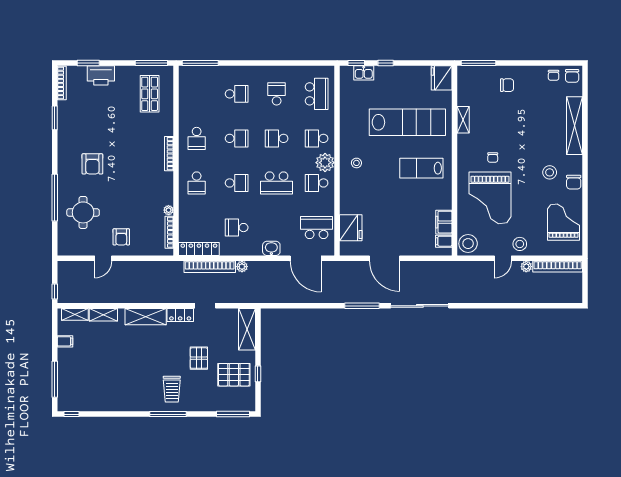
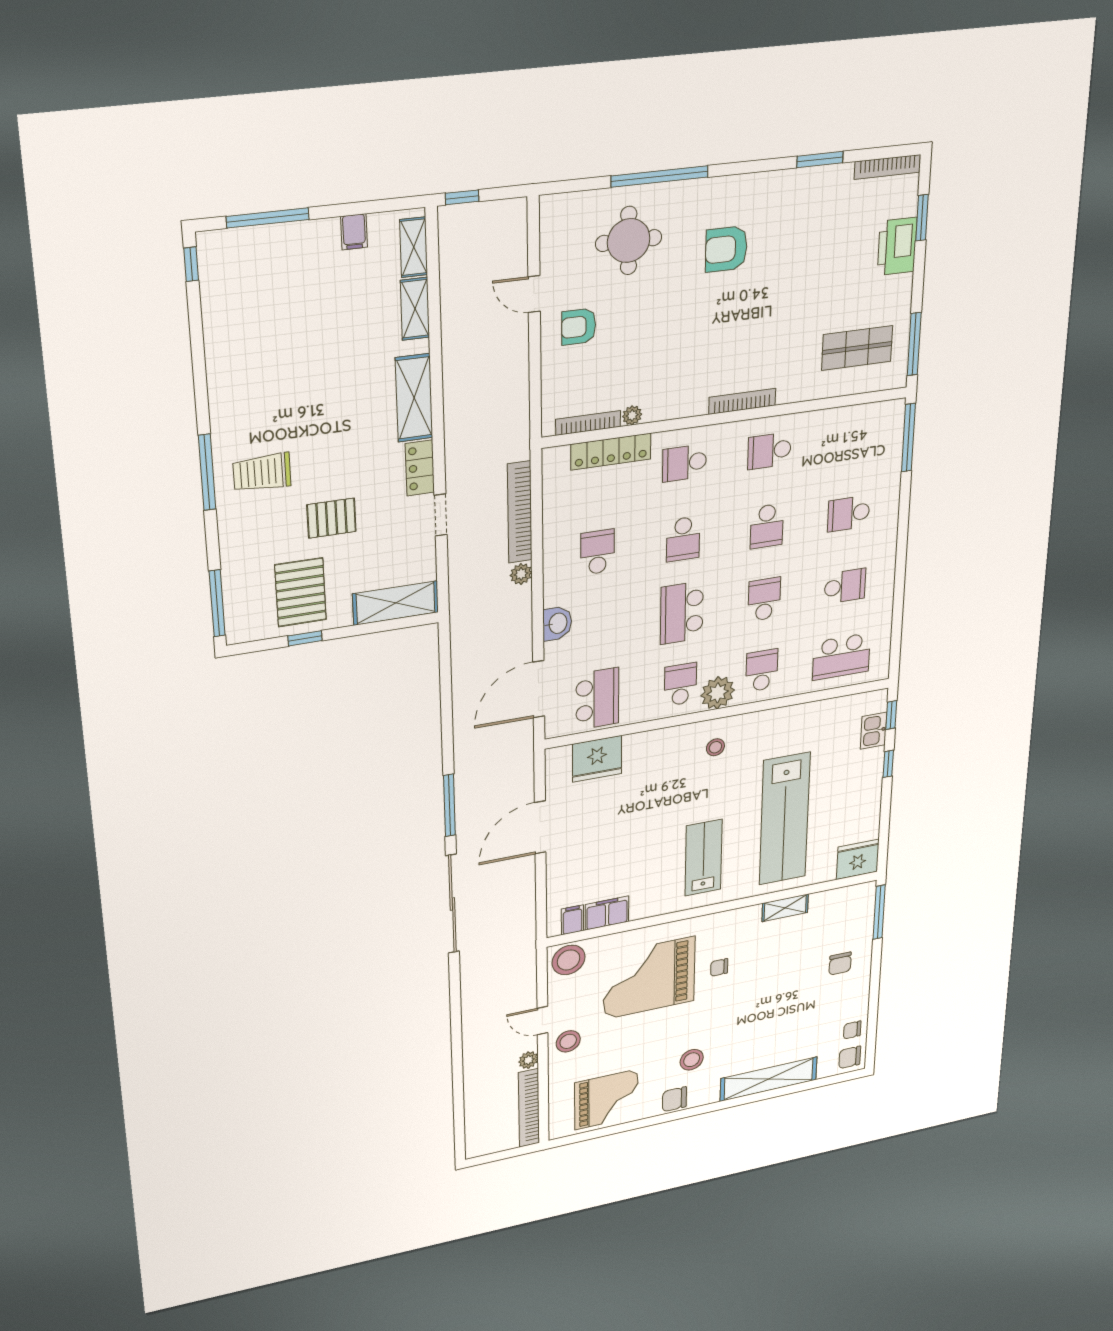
school desk: (237, 94) -> (849, 514), turned 90
locker: (199, 249) -> (611, 452), moved, turned 90

